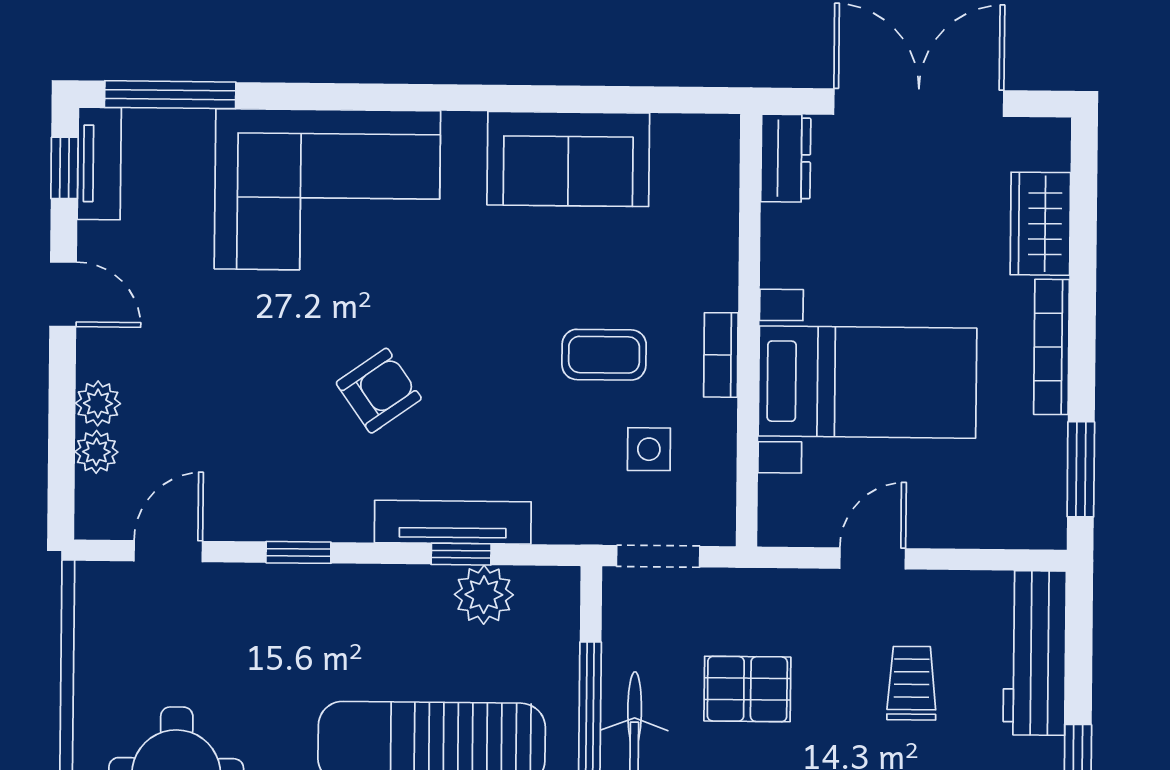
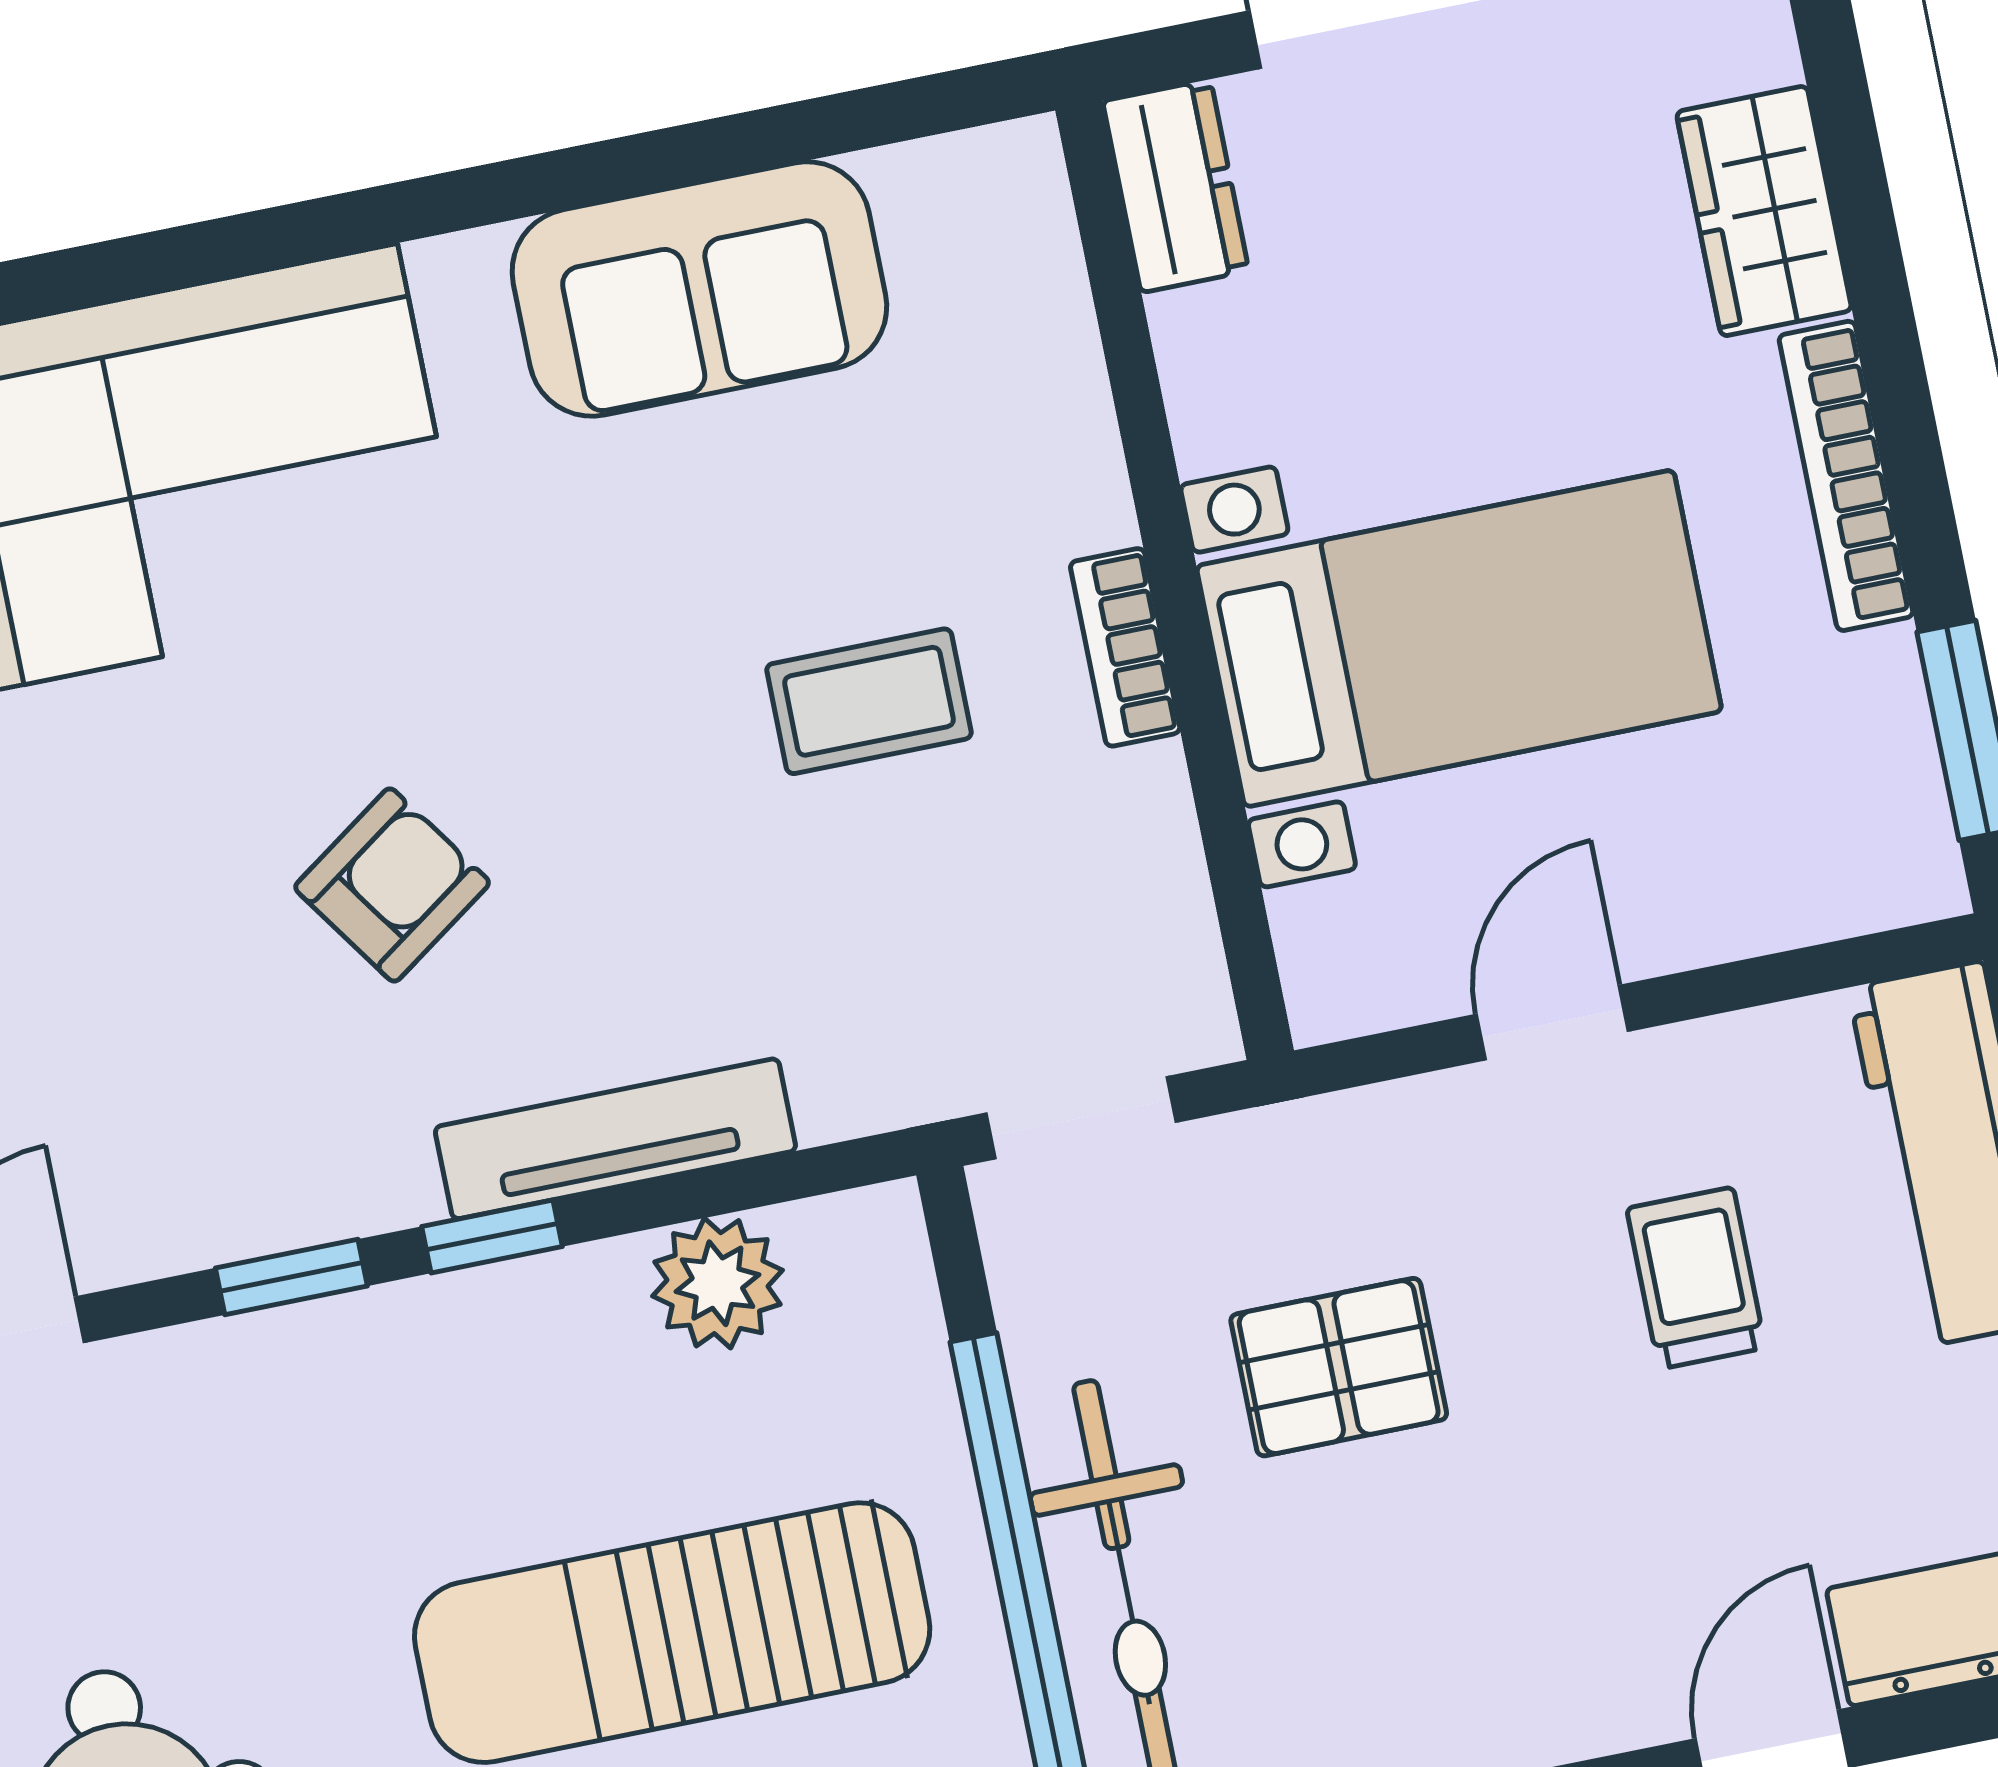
side table: (649, 449) -> (1011, 887), removed
window: (461, 554) -> (492, 1237), moved

